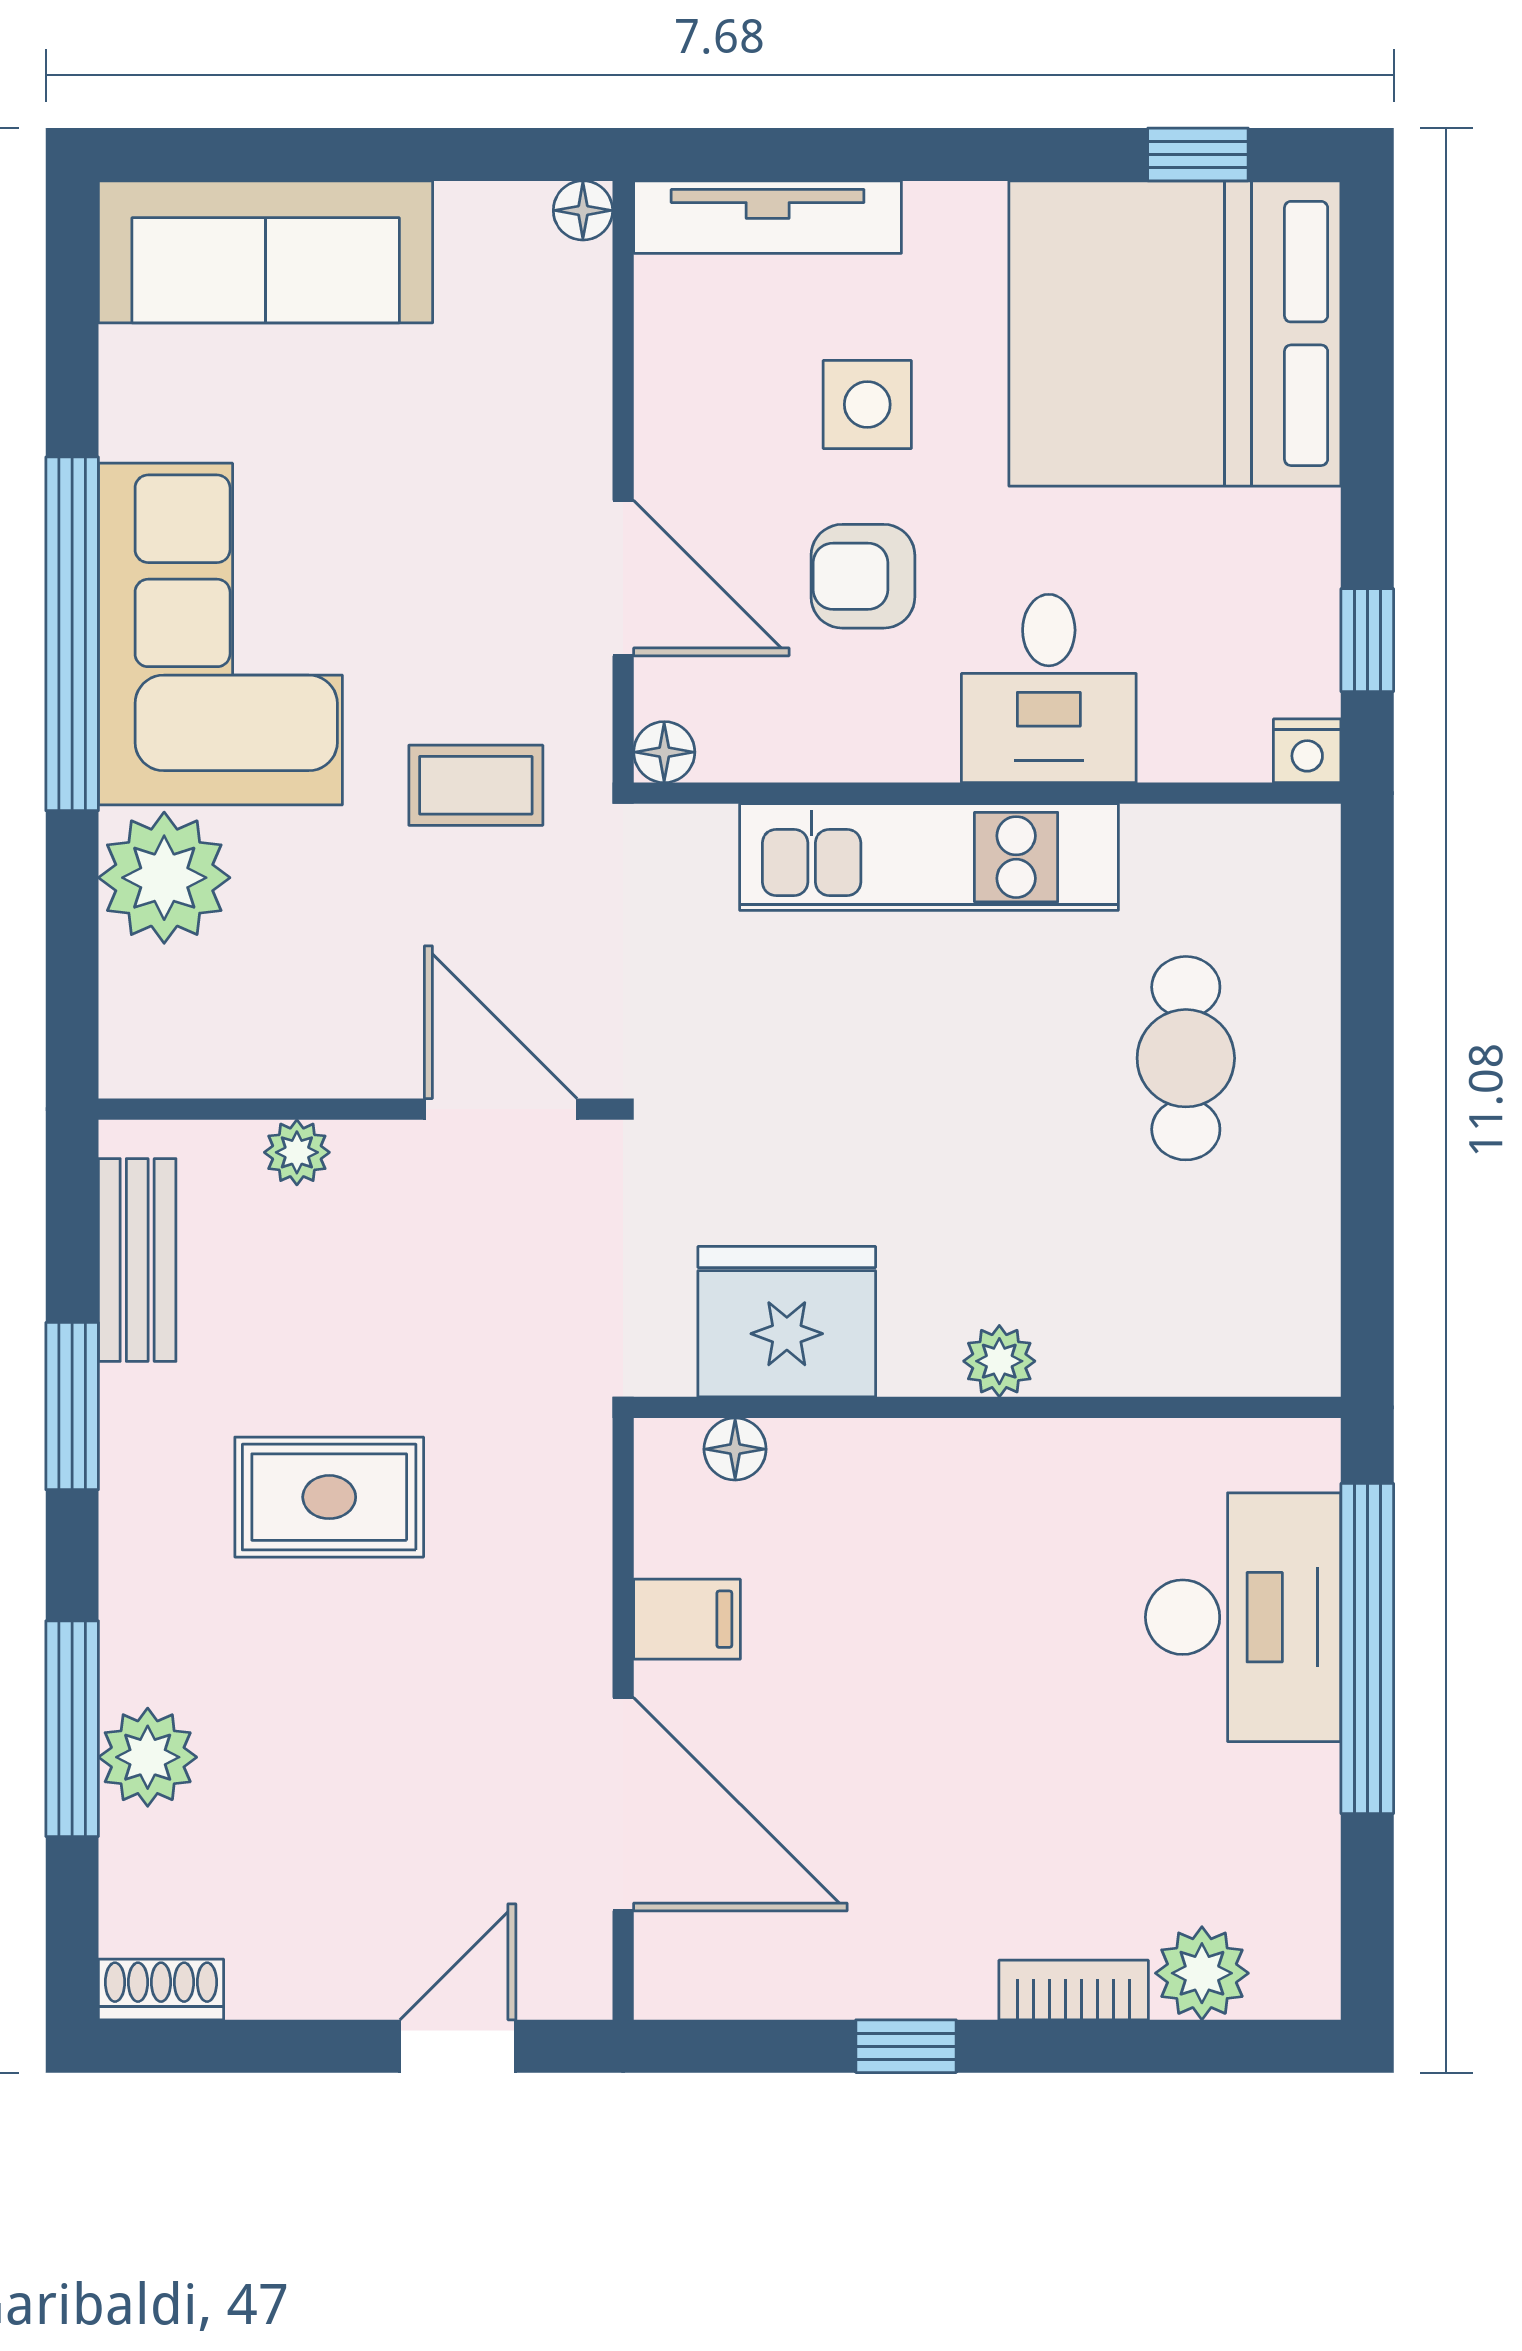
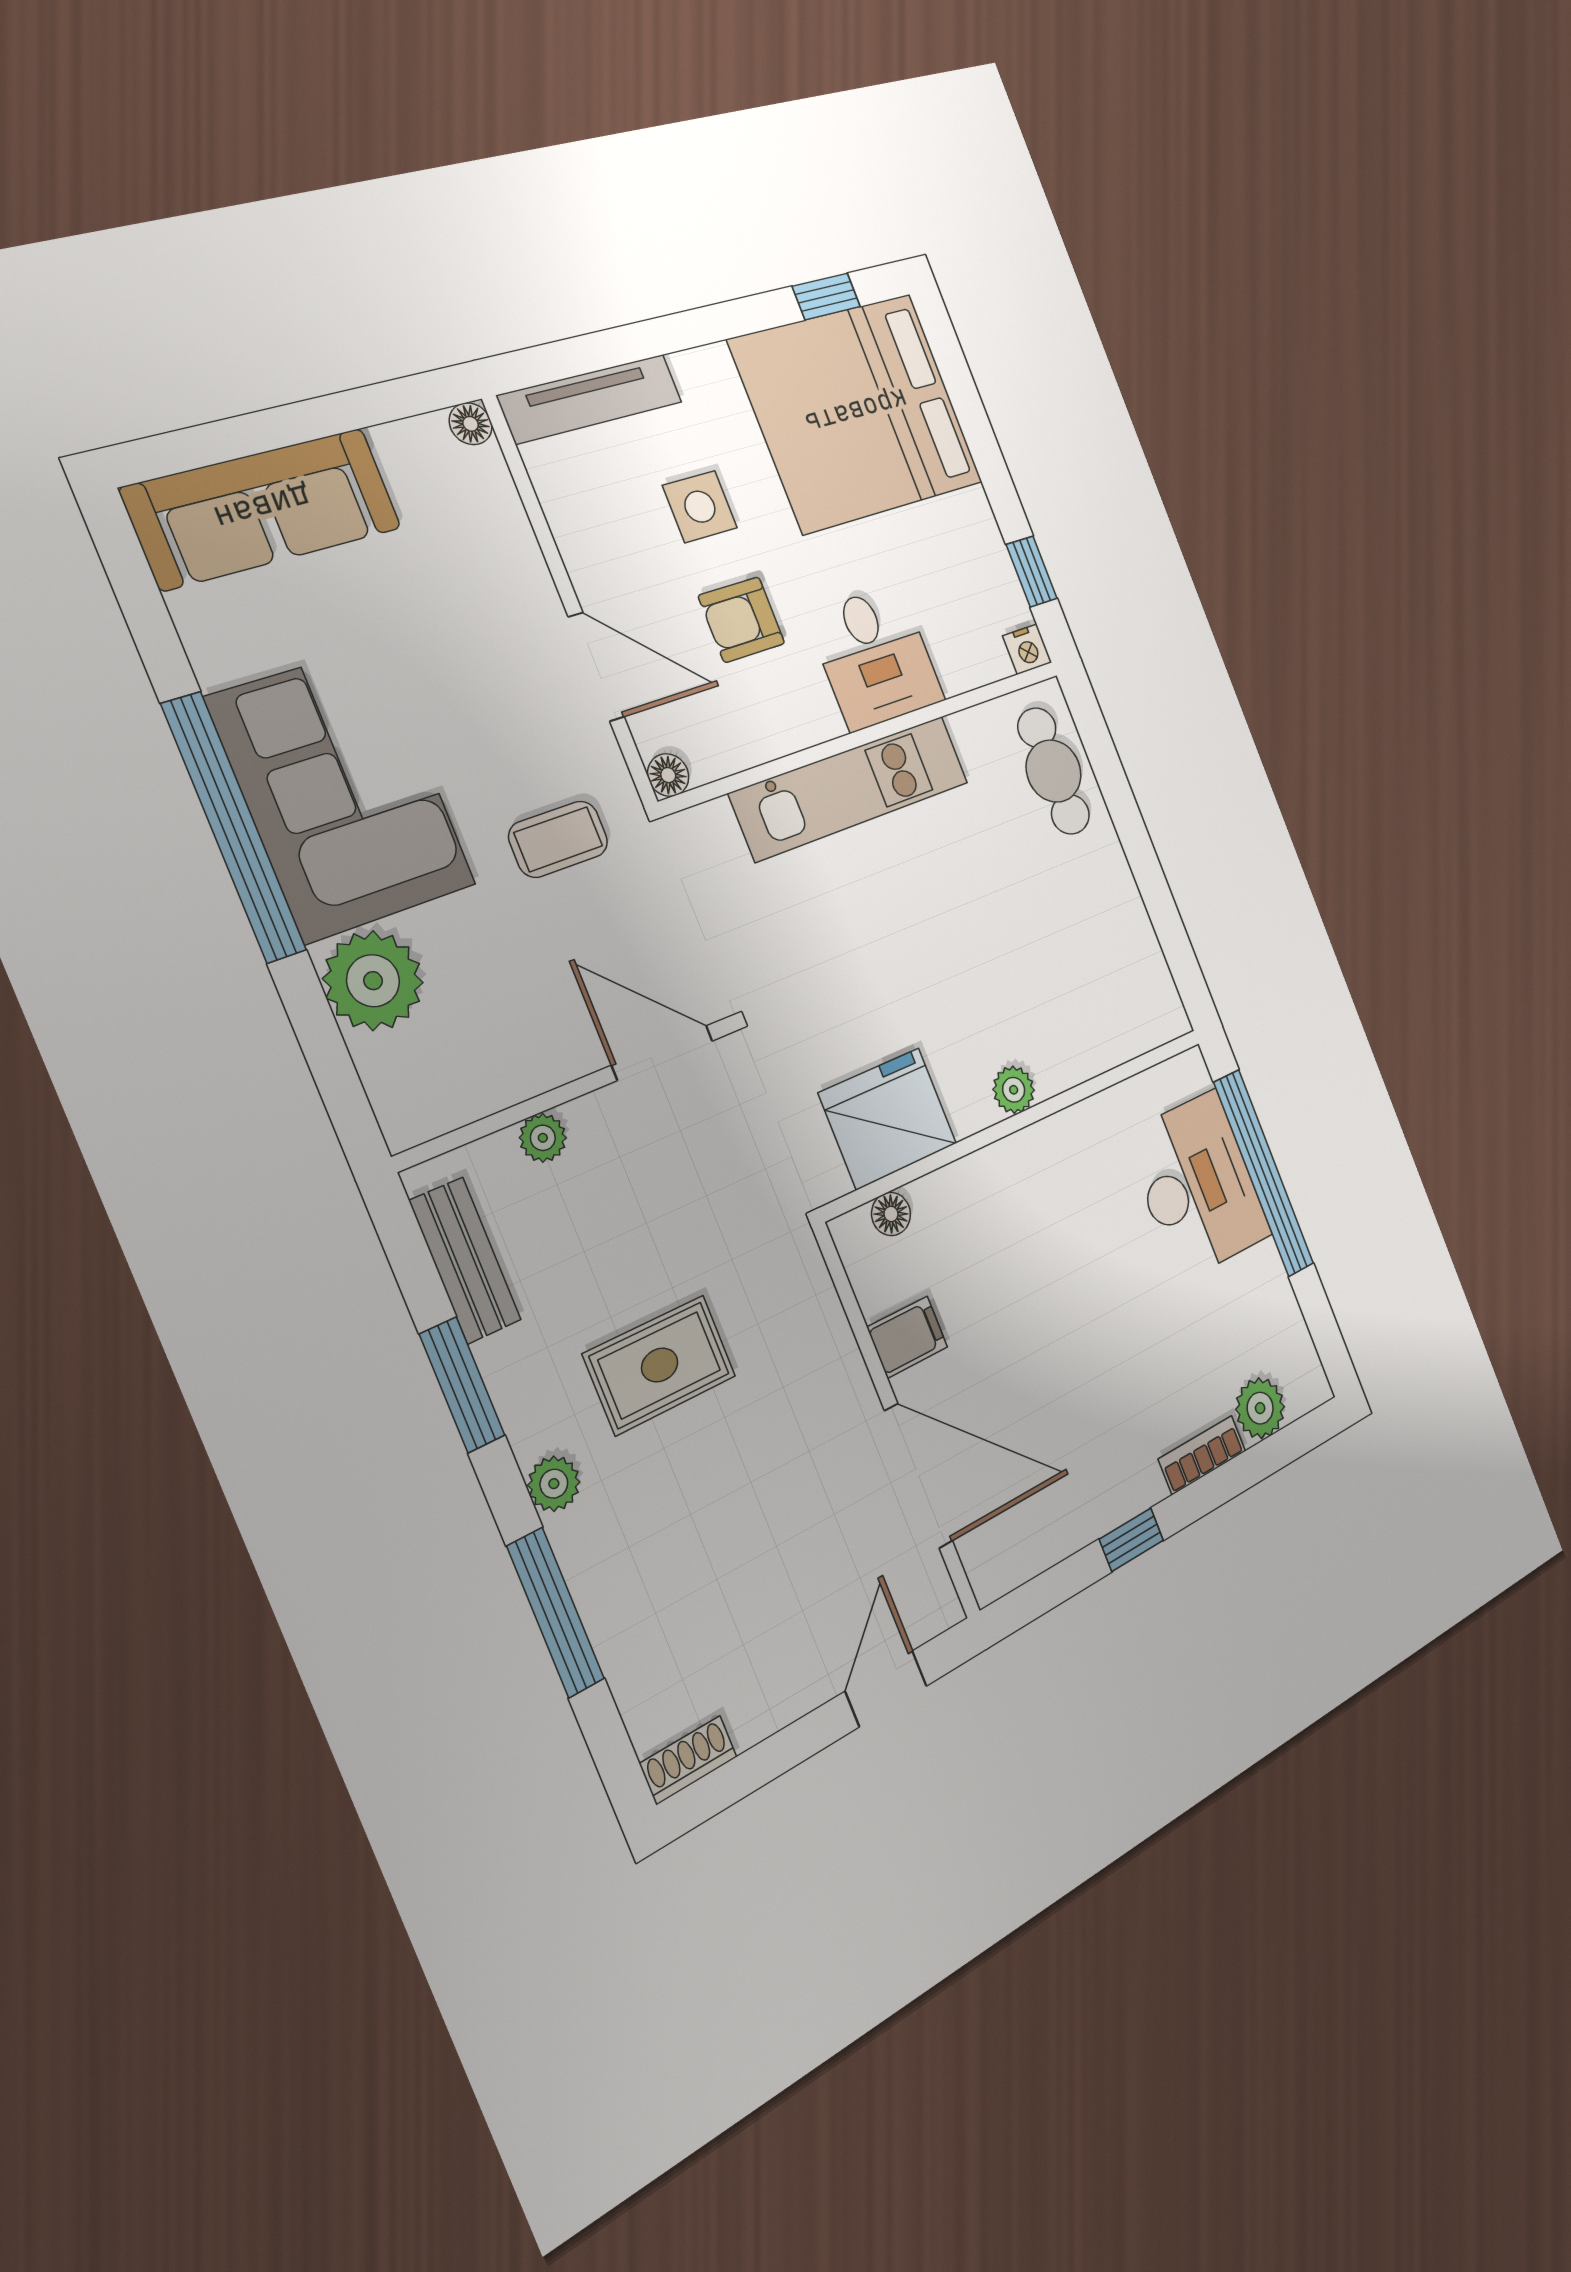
cafe table: (1186, 1058) -> (1054, 771), moved
plant: (148, 1757) -> (554, 1484), moved, width x0.73, depth x0.73

